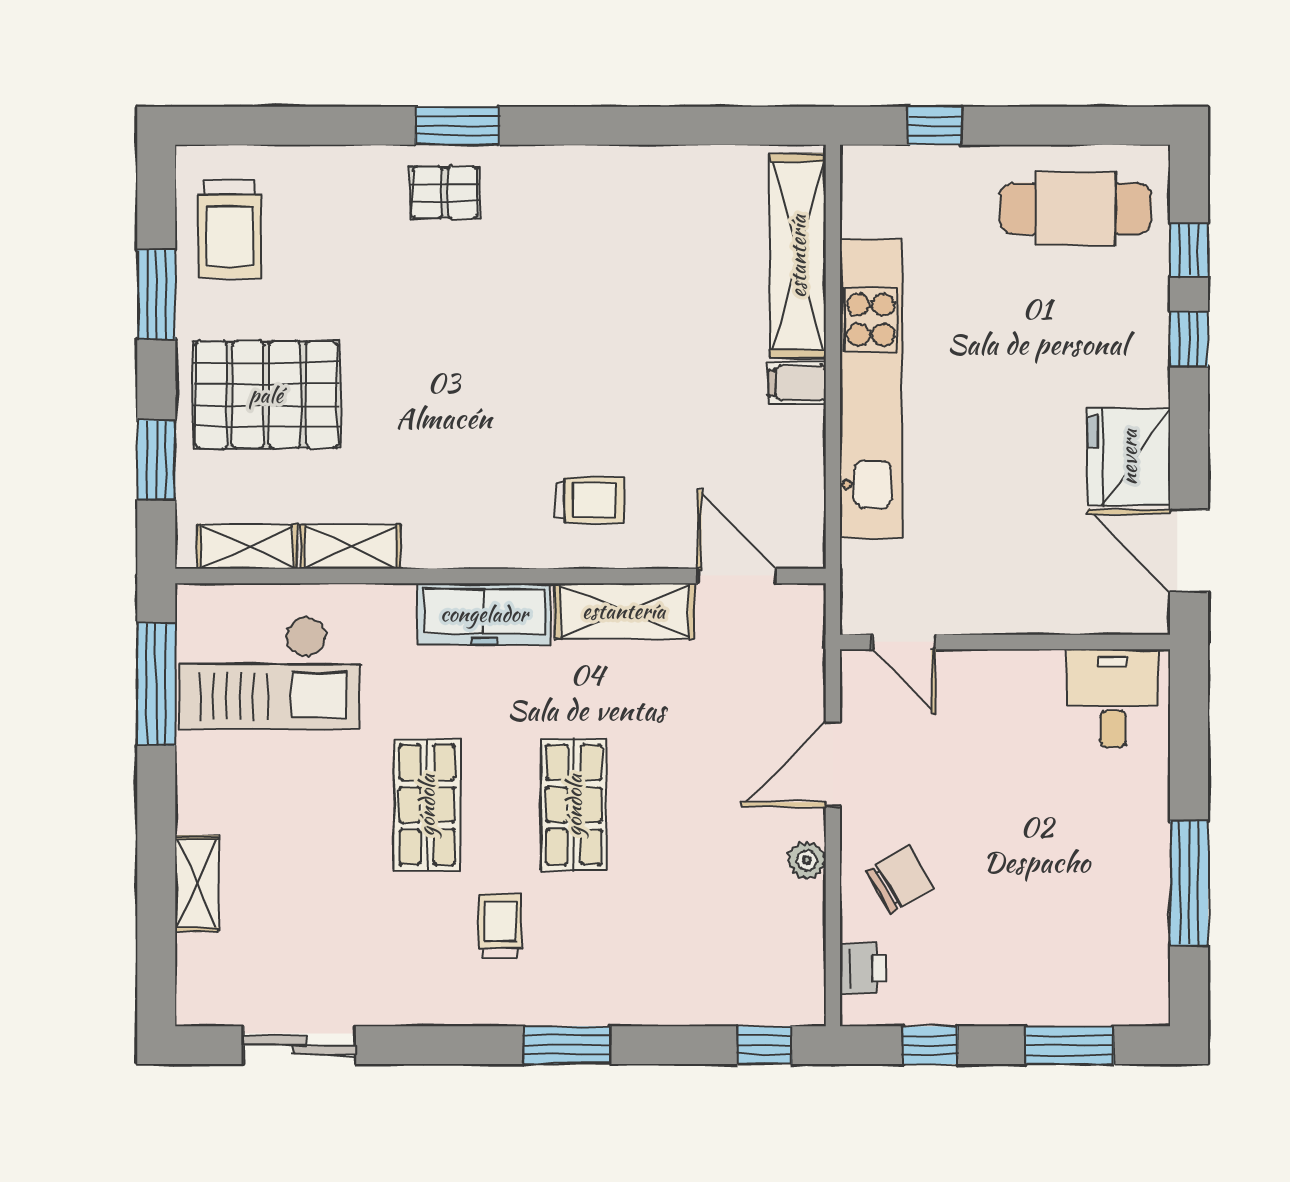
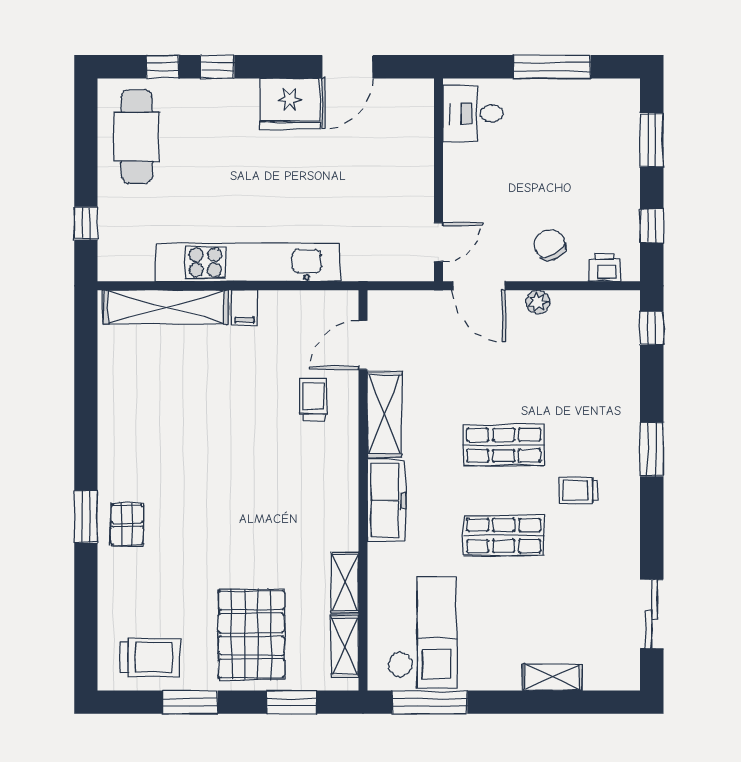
trolley: (589, 500) -> (313, 399), moved
door: (904, 642) -> (438, 242), moved
wall: (1005, 642) -> (438, 180), moved
desk: (1113, 698) -> (473, 114), moved

